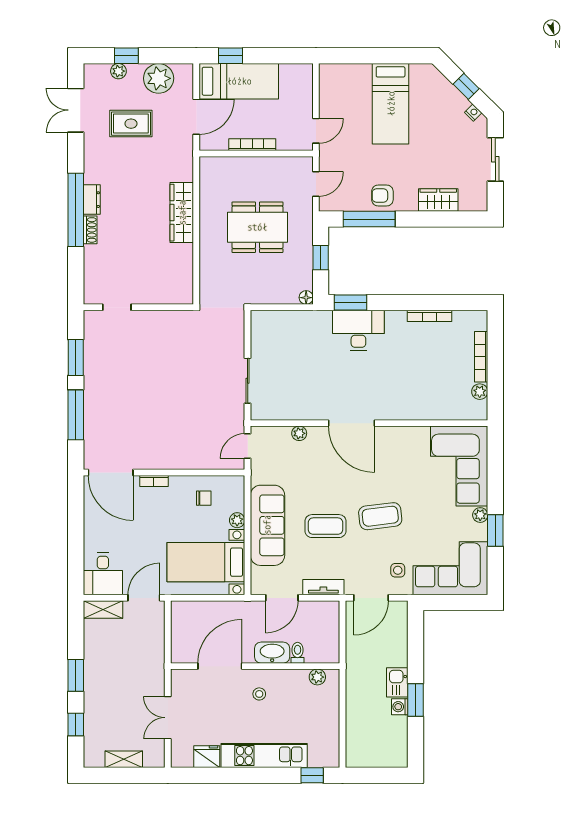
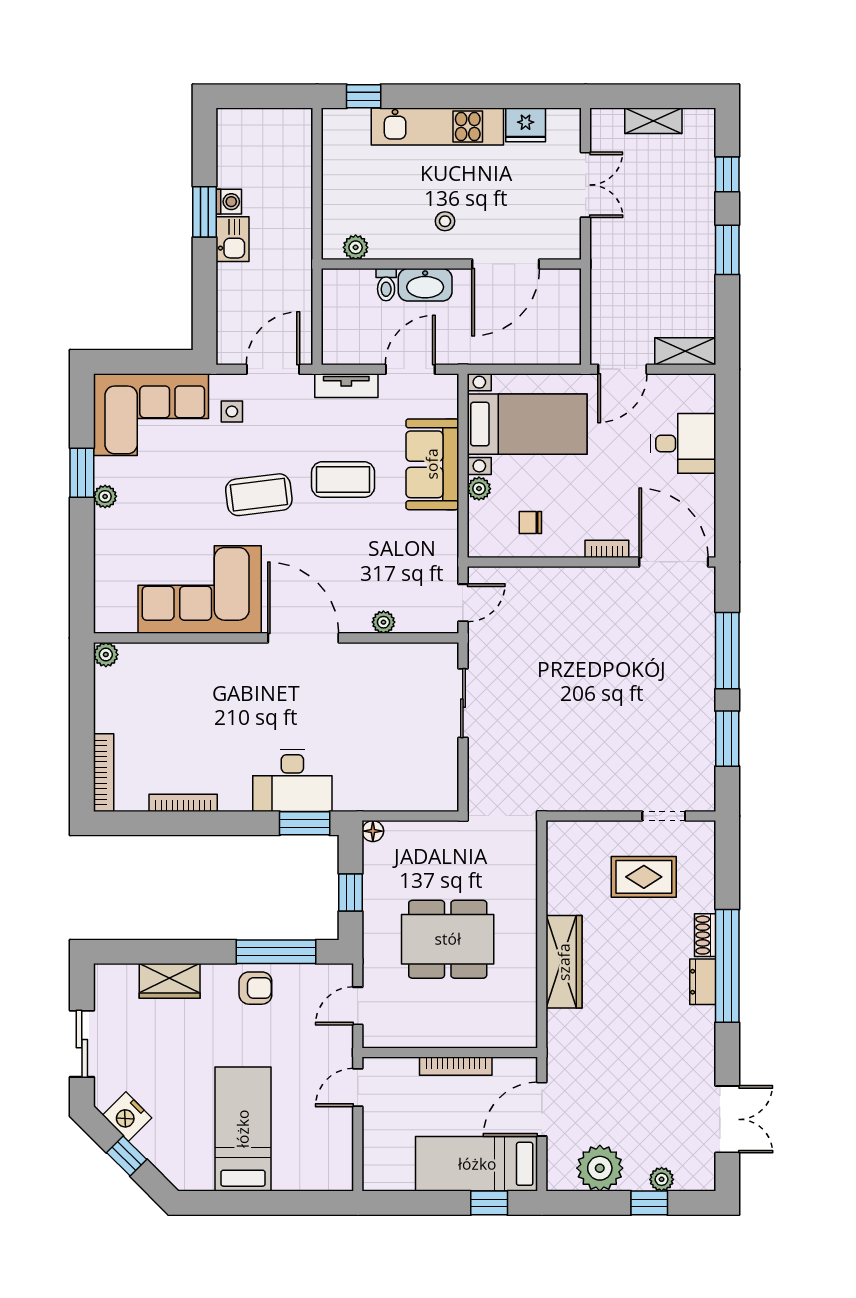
nightstand: (473, 113) -> (127, 1117), width x1.89, depth x1.79
rug: (131, 124) -> (644, 877), moved
bookcase: (481, 357) -> (104, 773), moved
plant: (480, 392) -> (106, 655), moved
corner sofa: (459, 466) -> (200, 590), moved, turned -90
sofa: (267, 525) -> (432, 464), width x0.73
desk: (103, 574) -> (683, 443), moved, turned 90

